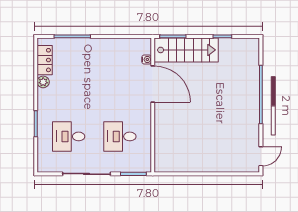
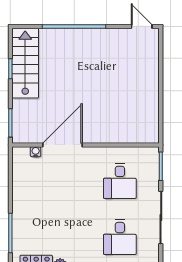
stairs: (186, 50) -> (25, 63), moved

